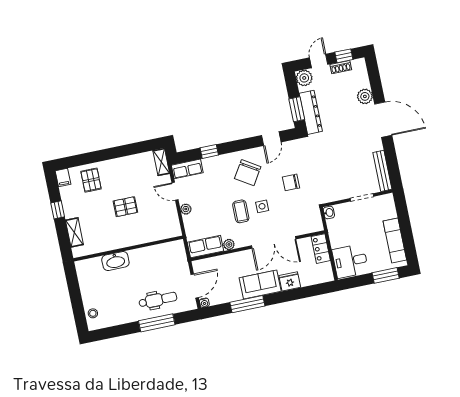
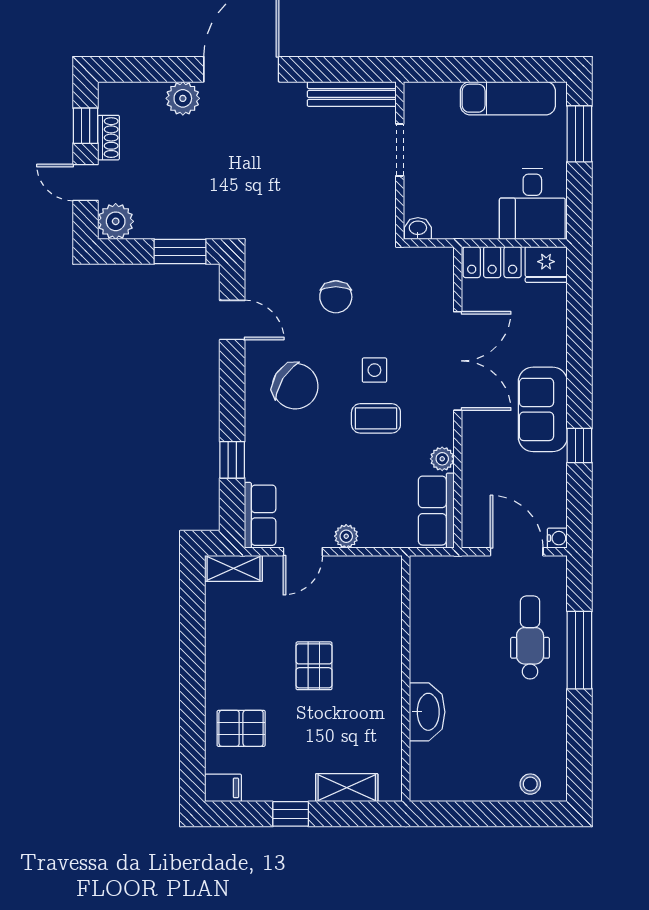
dresser: (311, 112) -> (193, 223), removed
fridge: (290, 281) -> (546, 264), moved, turned -90
window: (247, 304) -> (579, 446), width x0.46

